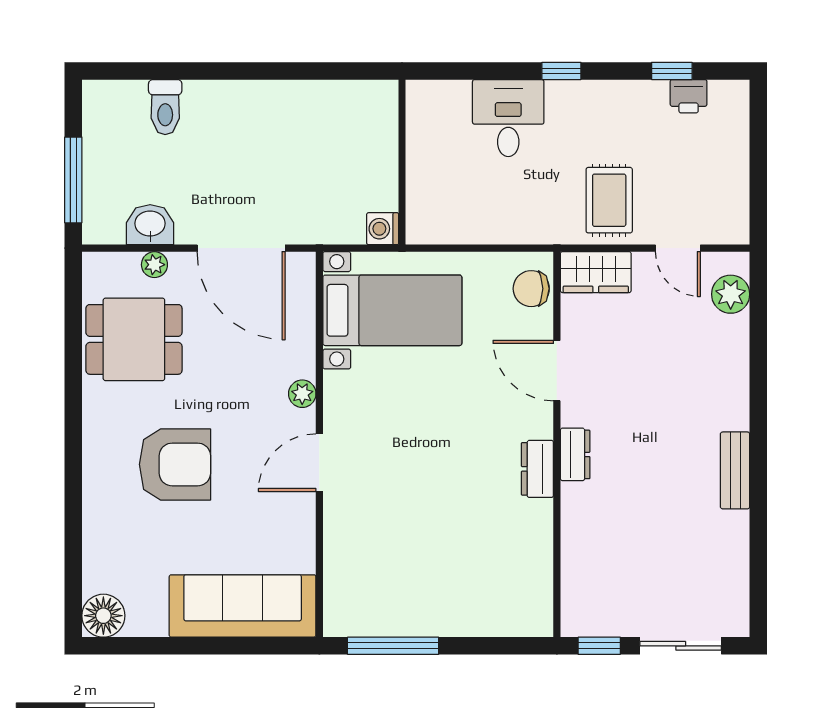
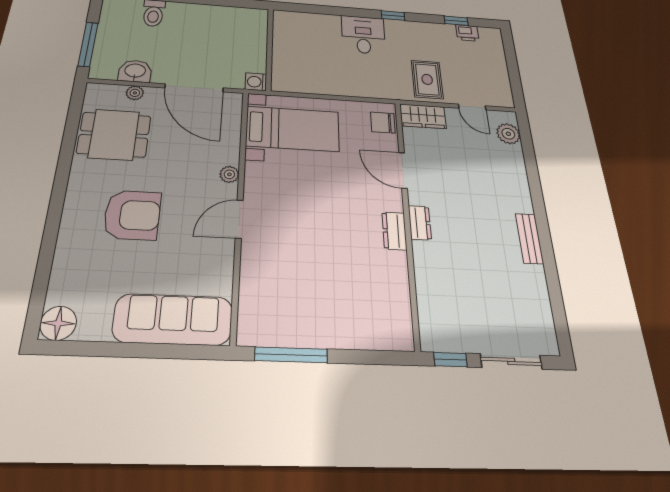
wall: (402, 162) -> (269, 49), moved
washing machine: (383, 229) -> (256, 82), moved

